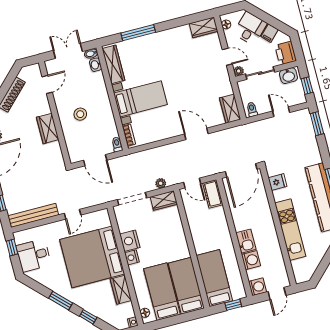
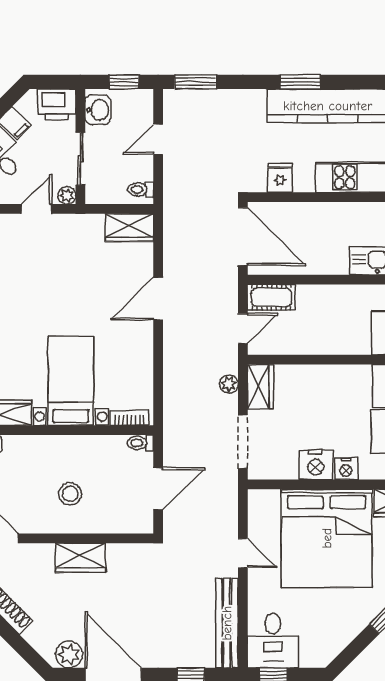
desk: (34, 255) -> (273, 641), moved

